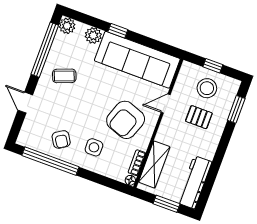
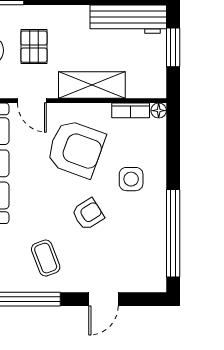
armchair: (61, 139) -> (88, 214), moved
shelving: (154, 164) -> (92, 85), moved

